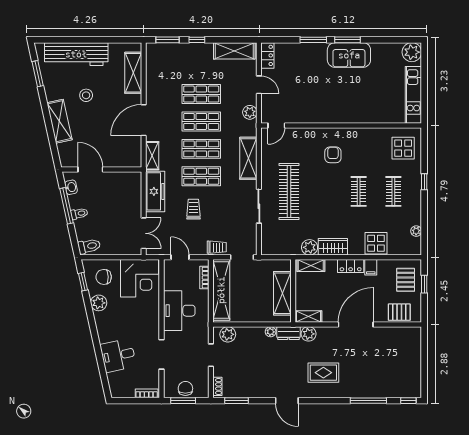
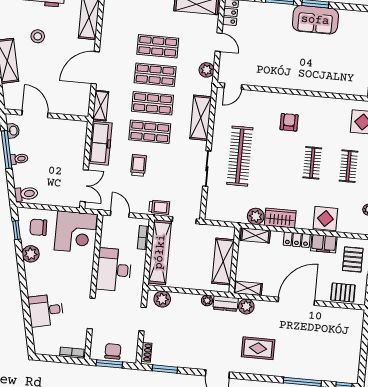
filing cabinet: (371, 267) -> (324, 244), width x2.00

